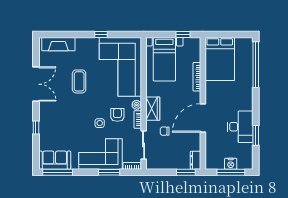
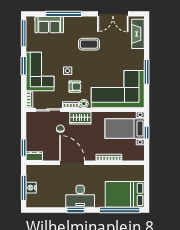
window: (101, 34) -> (147, 72), width x2.17
window: (183, 34) -> (147, 133), moved
bed: (220, 59) -> (125, 194), moved
coffee table: (79, 81) -> (89, 44), moved
double door: (36, 84) -> (113, 14), moved
window: (36, 127) -> (64, 14), width x3.17
desk: (240, 127) -> (80, 196), moved
window: (256, 135) -> (76, 210), moved
sofa: (55, 160) -> (49, 25), moved, turned 90
window: (109, 172) -> (24, 66), moved

